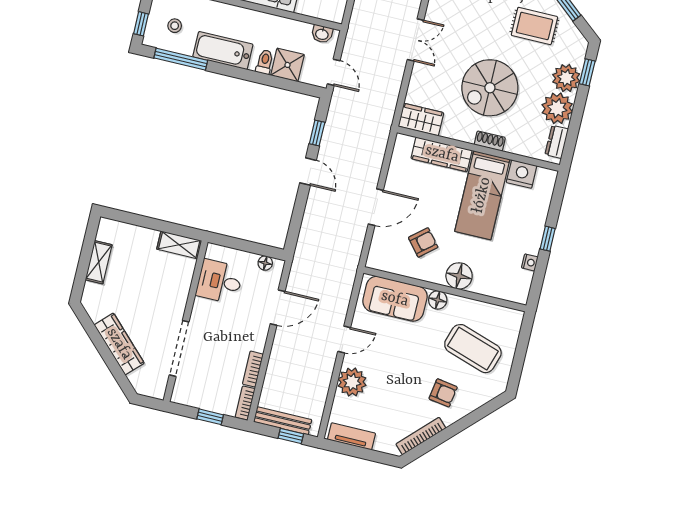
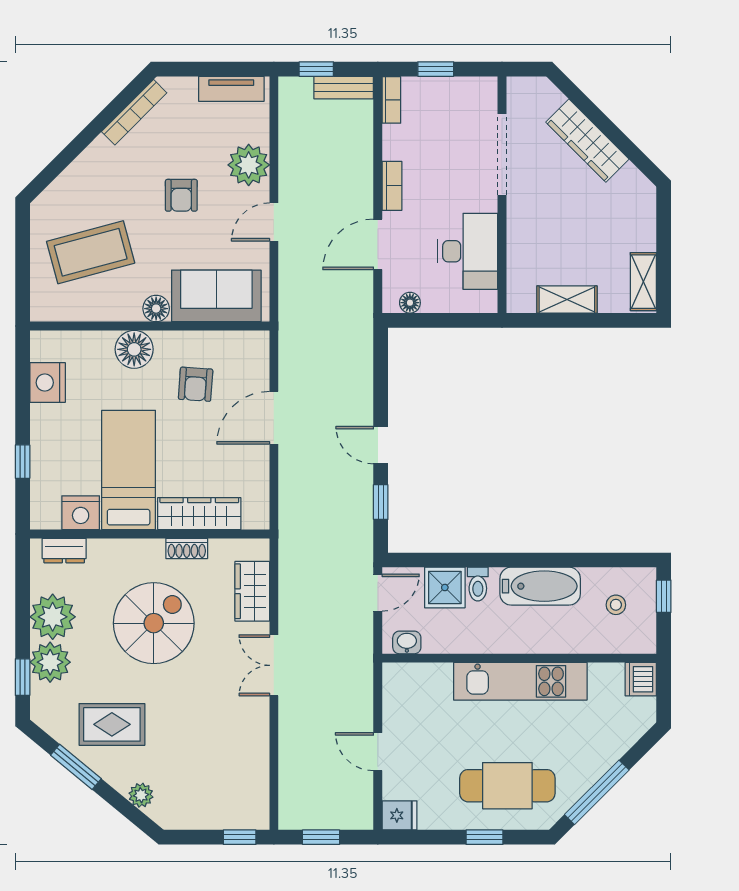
window: (181, 59) -> (596, 560), removed
door: (334, 72) -> (378, 593), swing flipped
wardrobe: (421, 120) -> (252, 591), moved, turned 90
shoe rack: (490, 141) -> (187, 548), moved
dresser: (557, 142) -> (64, 551), moved, turned 90
window: (548, 239) -> (23, 462), moved
armchair: (423, 242) -> (196, 384), turned -46
shelving: (179, 245) -> (567, 299), moved
shelving: (99, 262) -> (643, 282), moved
nightstand: (530, 262) -> (48, 383), width x1.89, depth x1.79
desk: (219, 281) -> (468, 251), width x1.37
coffee table: (473, 349) -> (91, 252), turned -33
bookcase: (253, 369) -> (392, 186), moved
armchair: (443, 393) -> (181, 195), moved, turned -99
bench: (283, 421) -> (344, 88), width x0.73

